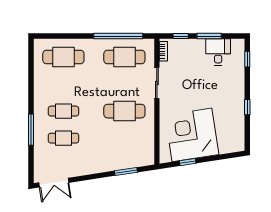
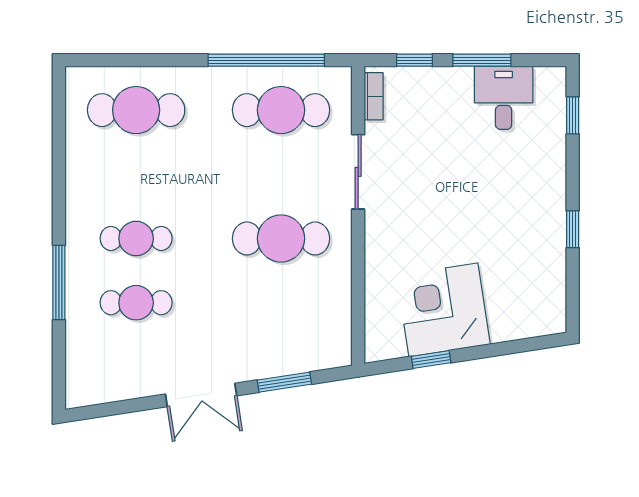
corner desk: (192, 135) -> (443, 310), width x0.74, depth x0.74
double door: (54, 183) -> (201, 395), moved

